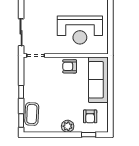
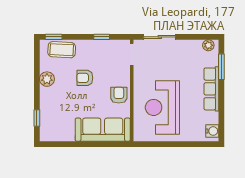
window: (21, 92) -> (102, 37), moved
armchair: (90, 116) -> (85, 78), moved
plant: (68, 126) -> (47, 79), moved

